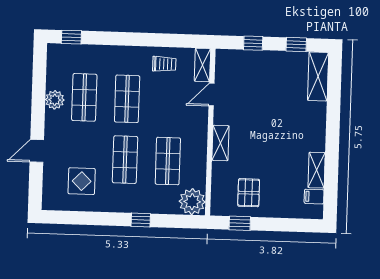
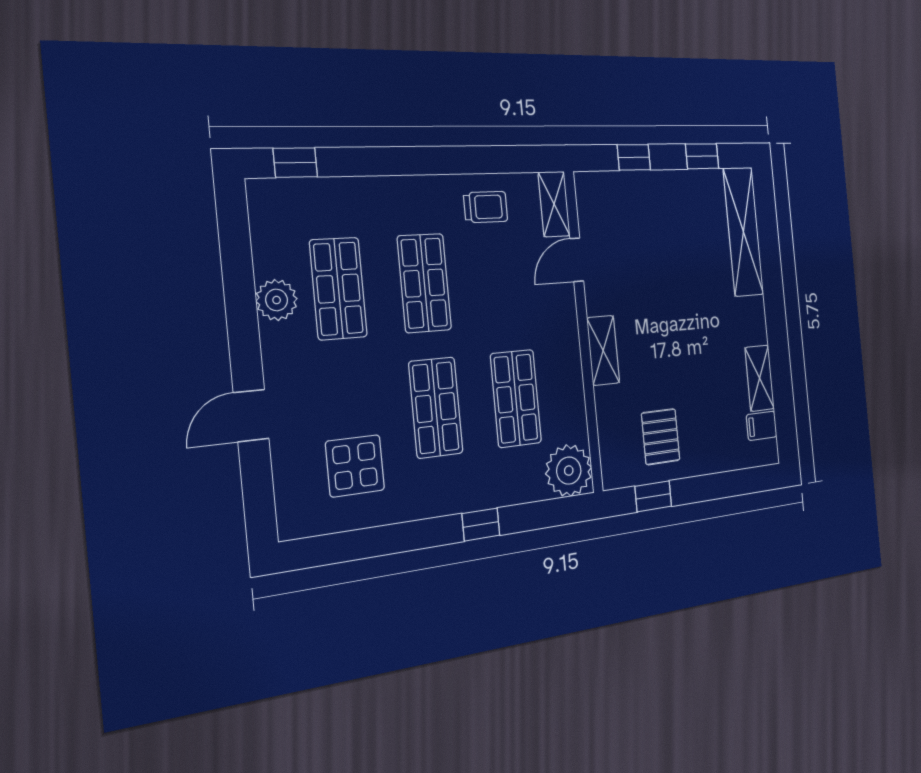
shelving: (318, 76) -> (743, 232), width x1.47

